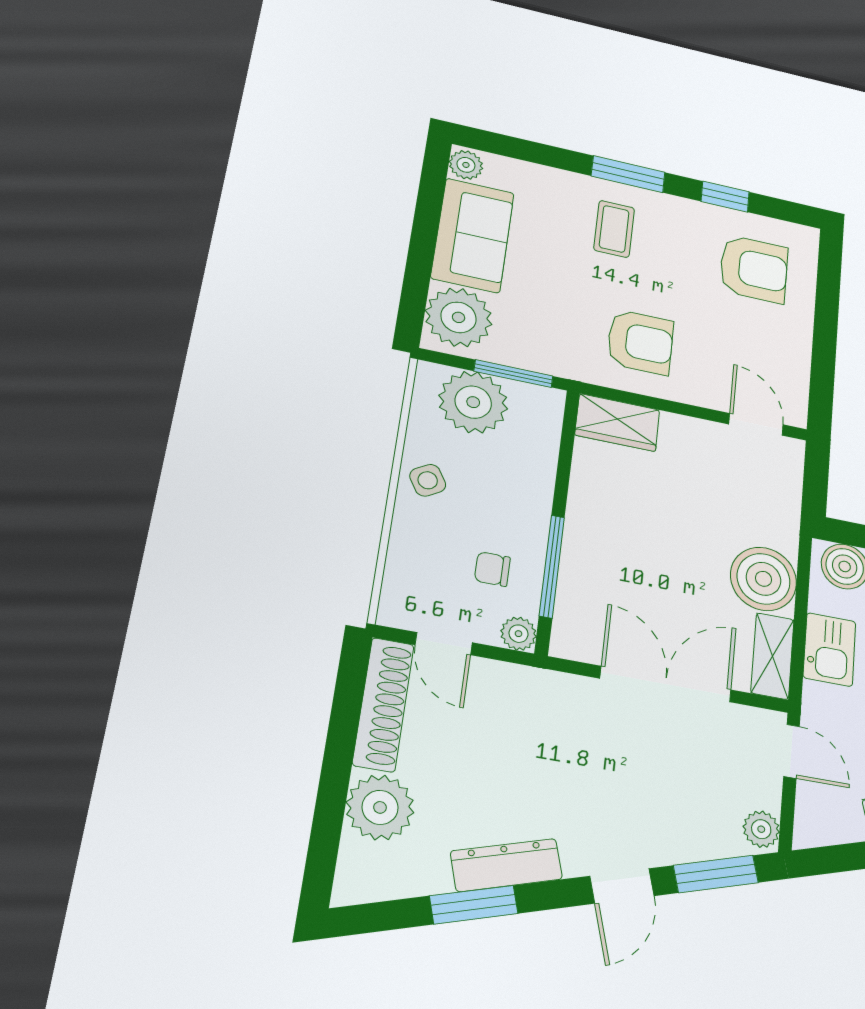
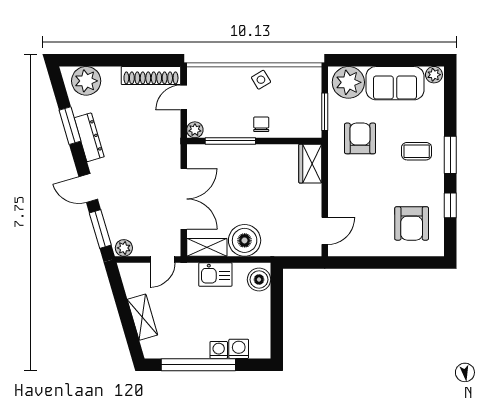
armchair: (640, 342) -> (360, 138), moved, turned 180
plant: (473, 402) -> (305, 95), removed
chair: (492, 569) -> (261, 124), moved
plant: (380, 807) -> (86, 81), moved

